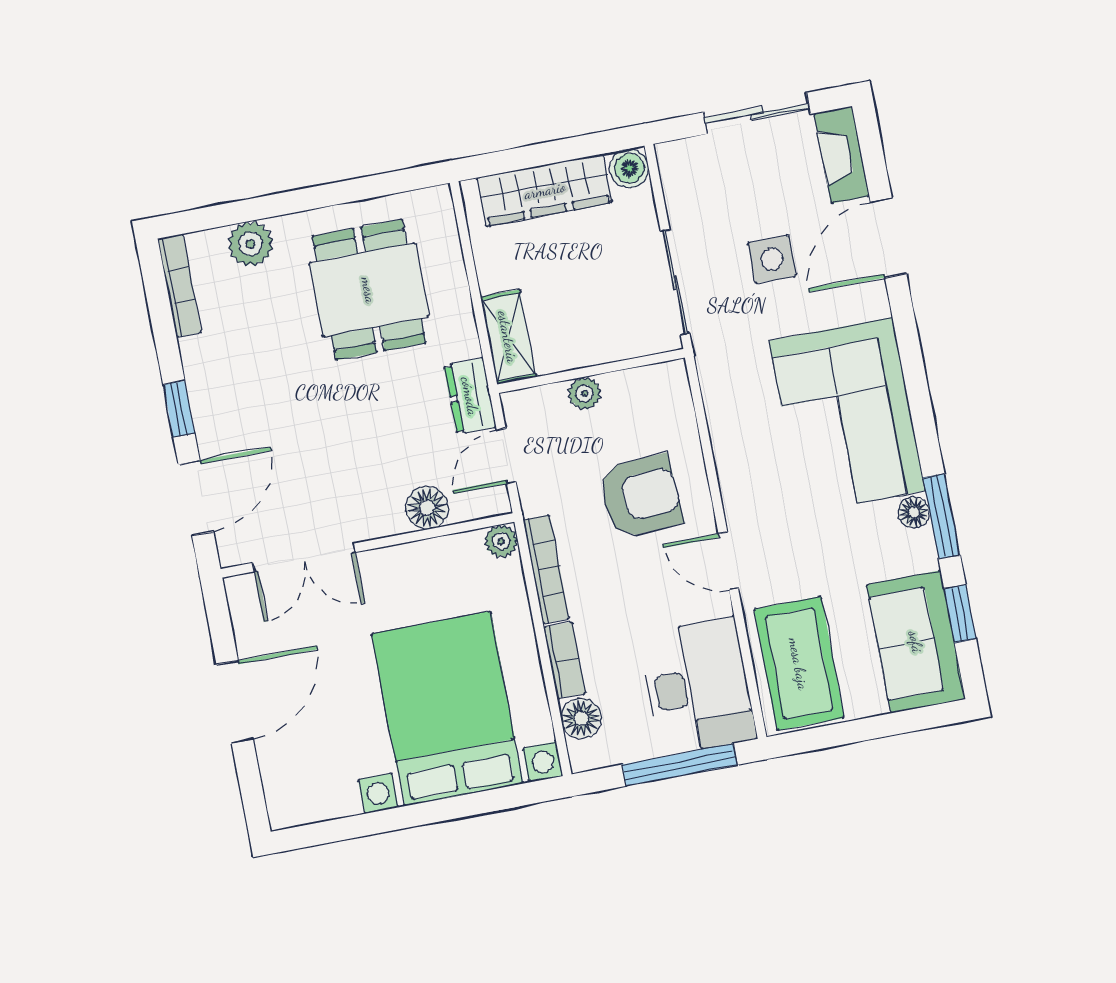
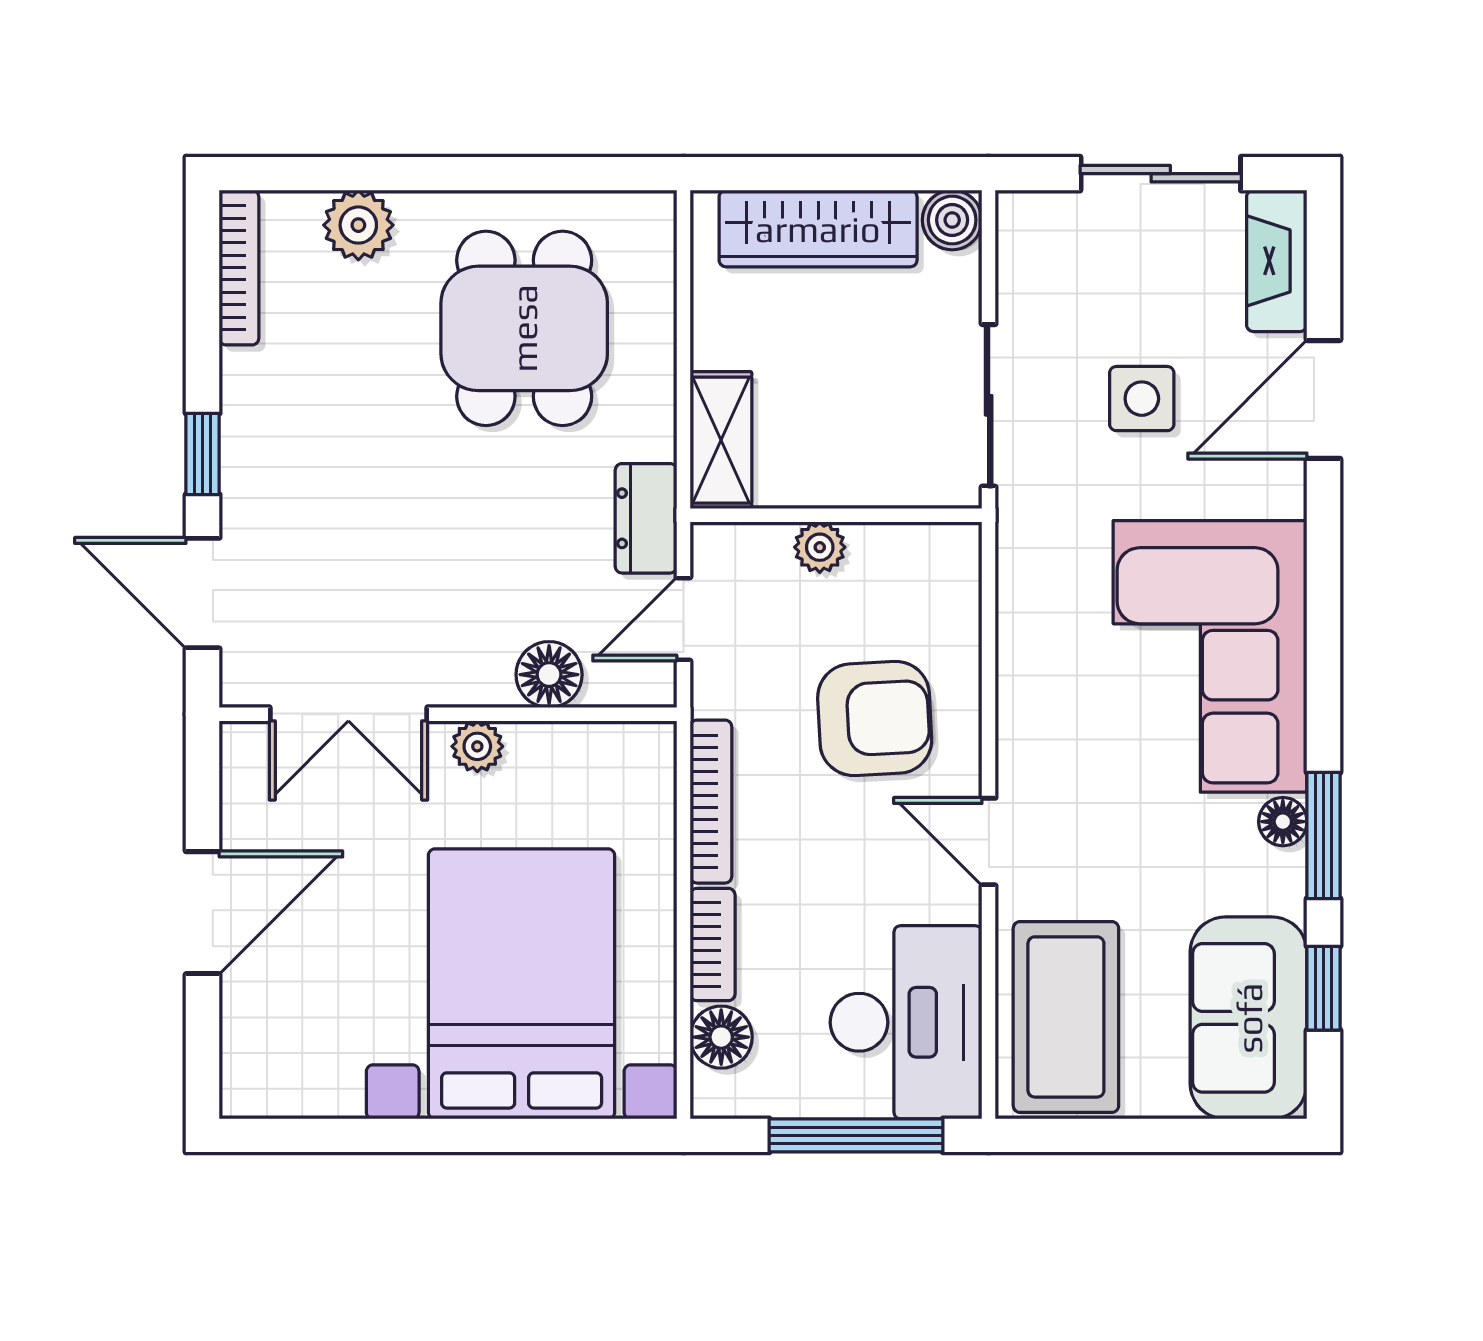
door: (196, 498) -> (203, 593), swing flipped
plant: (501, 541) -> (477, 746), moved

